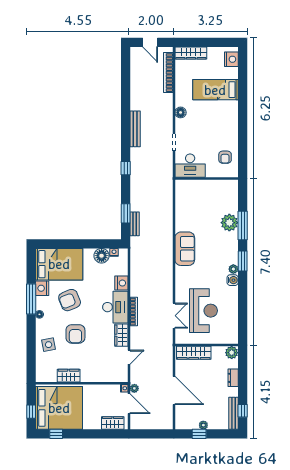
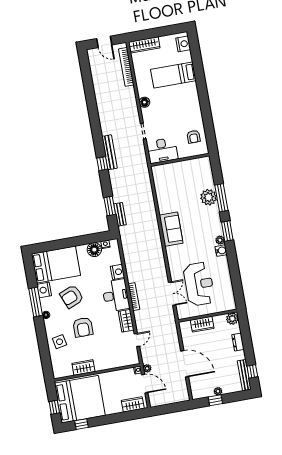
bench: (135, 129) -> (109, 152), moved
wardrobe: (194, 353) -> (202, 324), width x0.67

